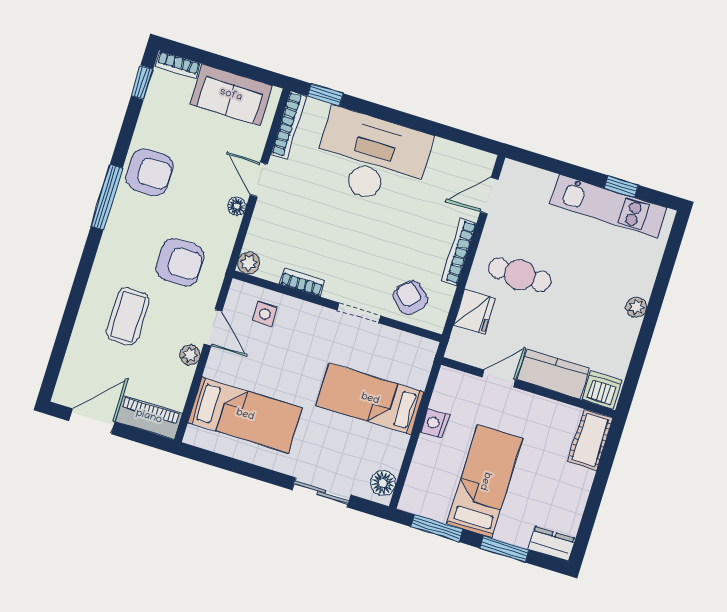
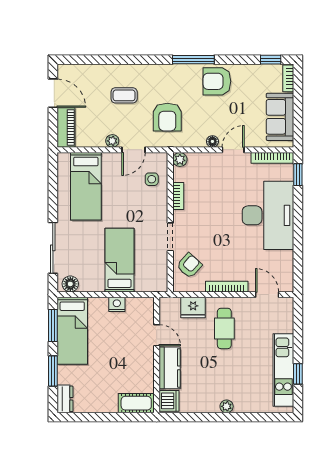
armchair: (150, 172) -> (217, 81), turned 90
coffee table: (128, 317) -> (124, 95), width x0.73, depth x0.77
bed: (485, 481) -> (72, 331), moved, turned 90
sliding door: (321, 492) -> (53, 248), width x1.37

